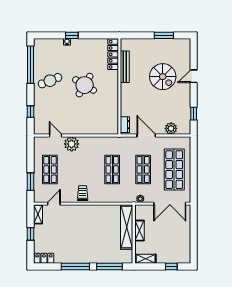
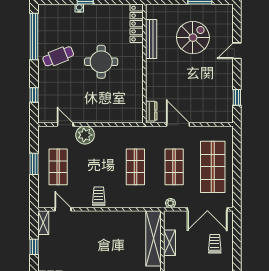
spiral stairs: (163, 77) -> (193, 38), moved, turned -90
round table: (85, 85) -> (101, 62), turned -31
plant: (171, 128) -> (209, 116), removed
window: (31, 182) -> (34, 164), moved
door: (54, 204) -> (63, 209), hinge flipped
trolley: (176, 231) -> (215, 244), added

